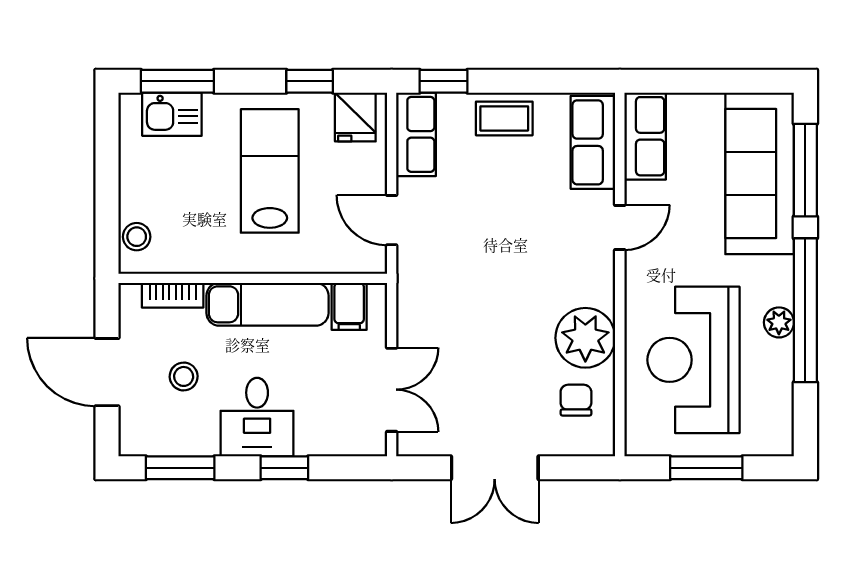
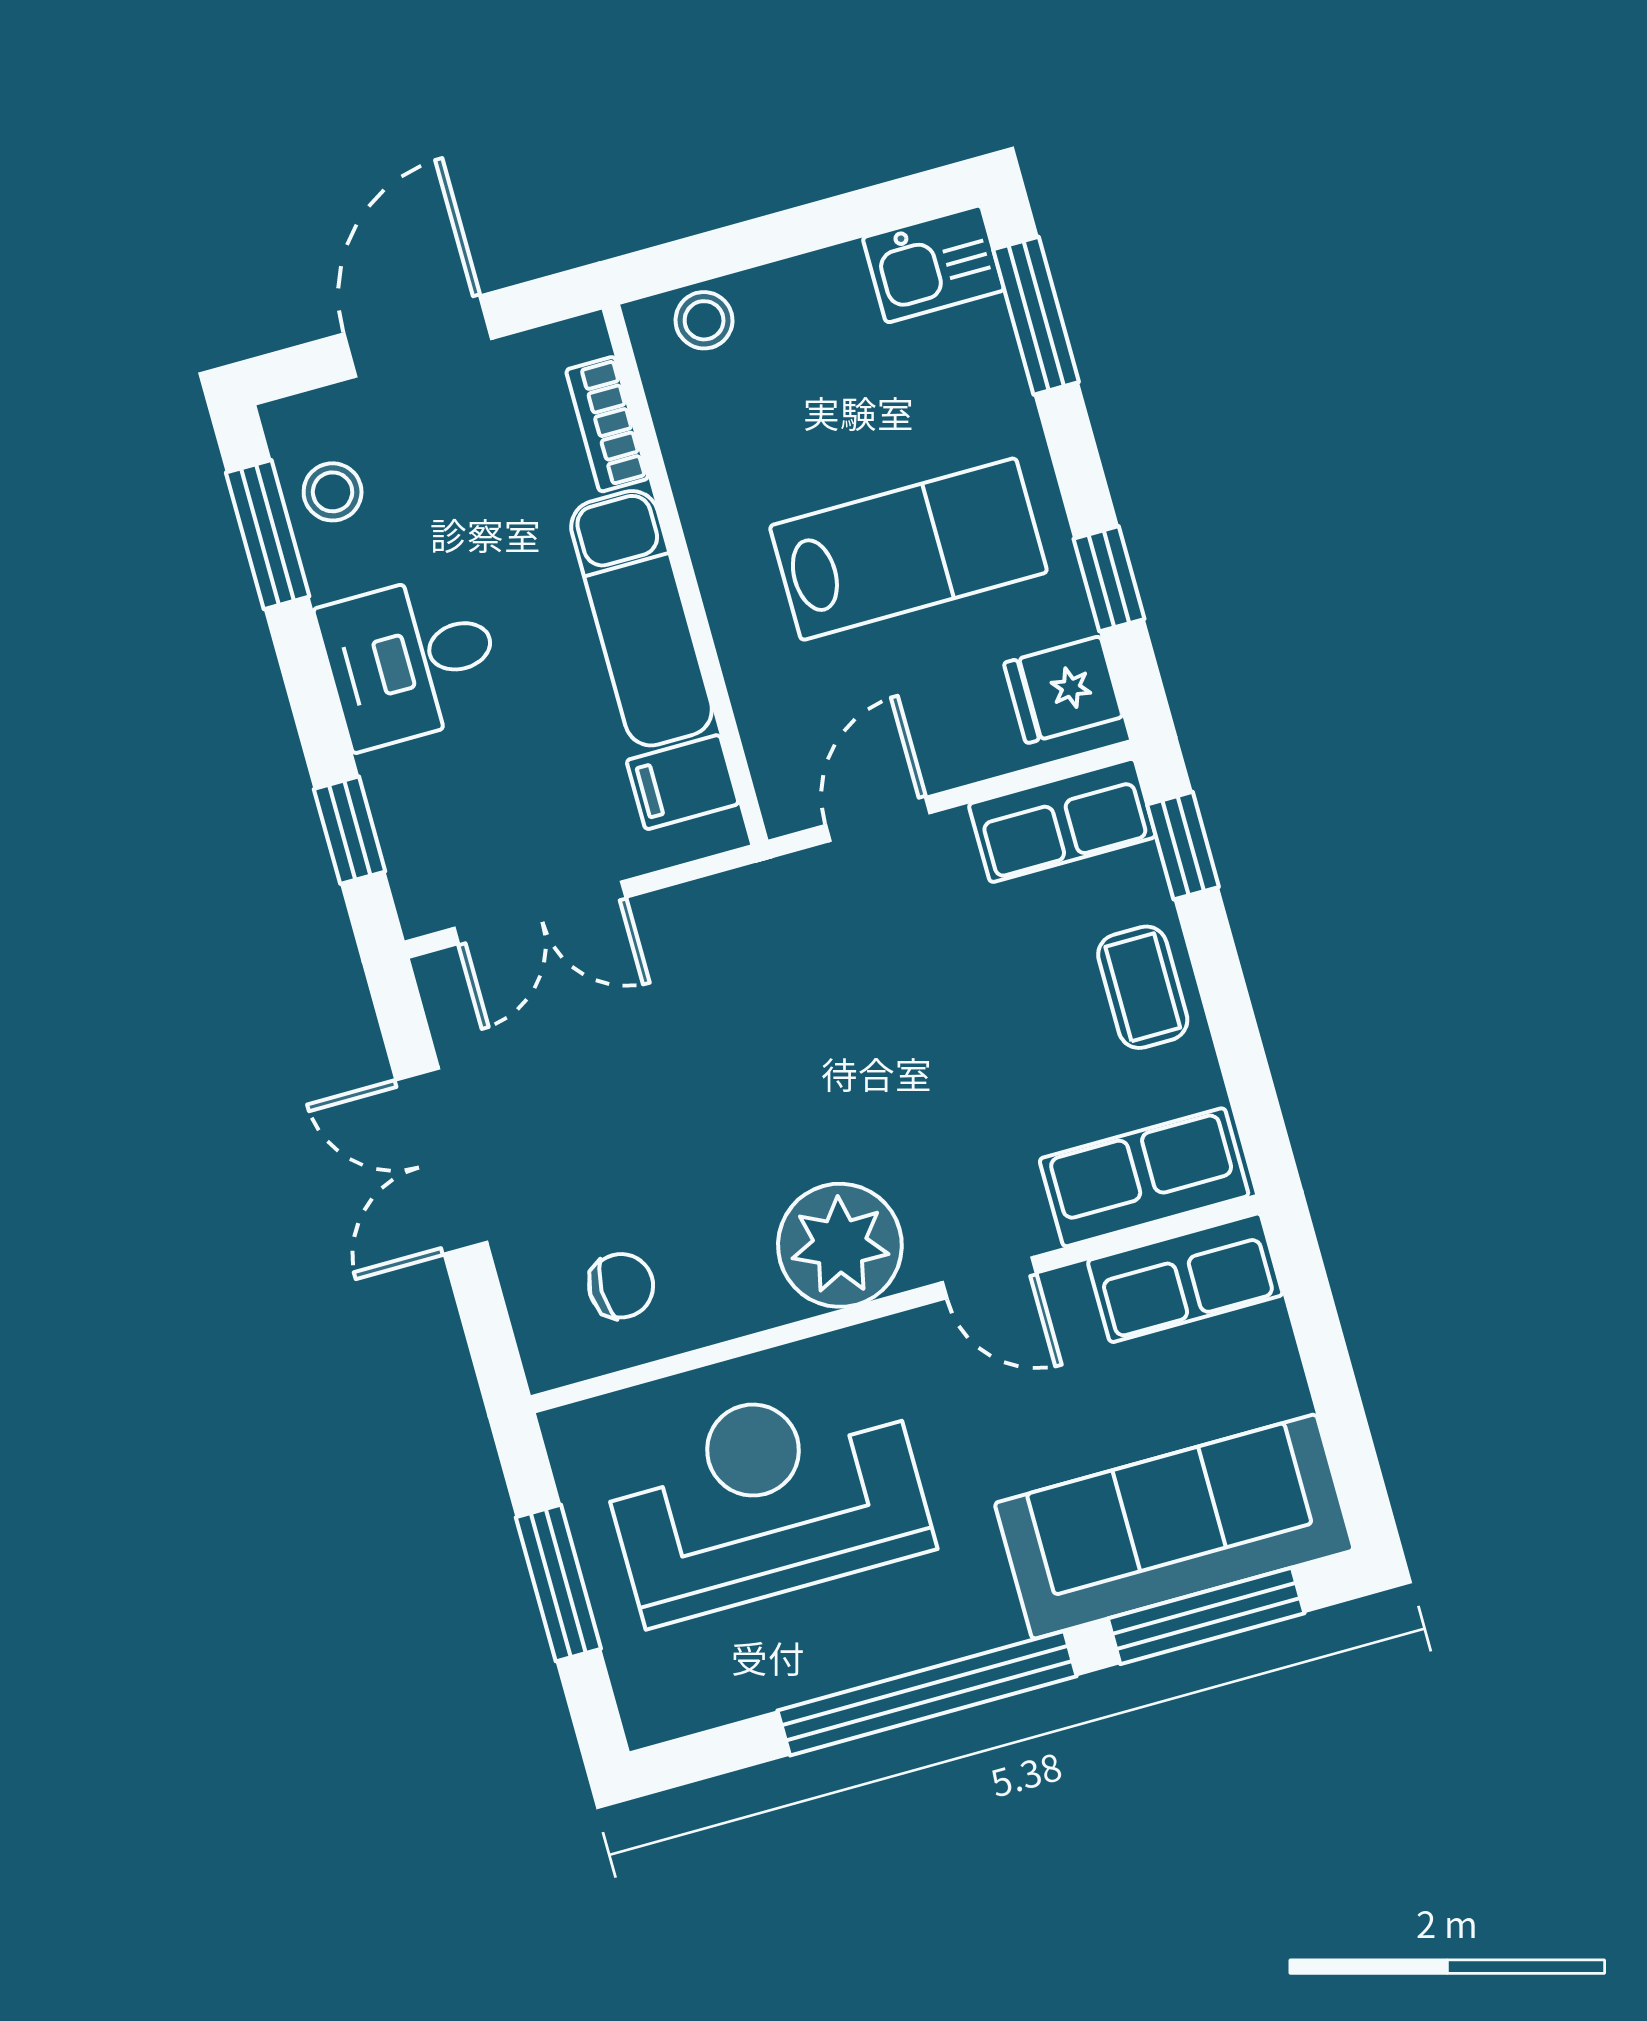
kitchen sink: (172, 114) -> (933, 264), moved, turned -90
plant: (779, 322) -> (888, 1647), removed
plant: (585, 338) -> (840, 1245), moved
stool: (184, 376) -> (333, 492), moved
window: (284, 468) -> (350, 830), moved

